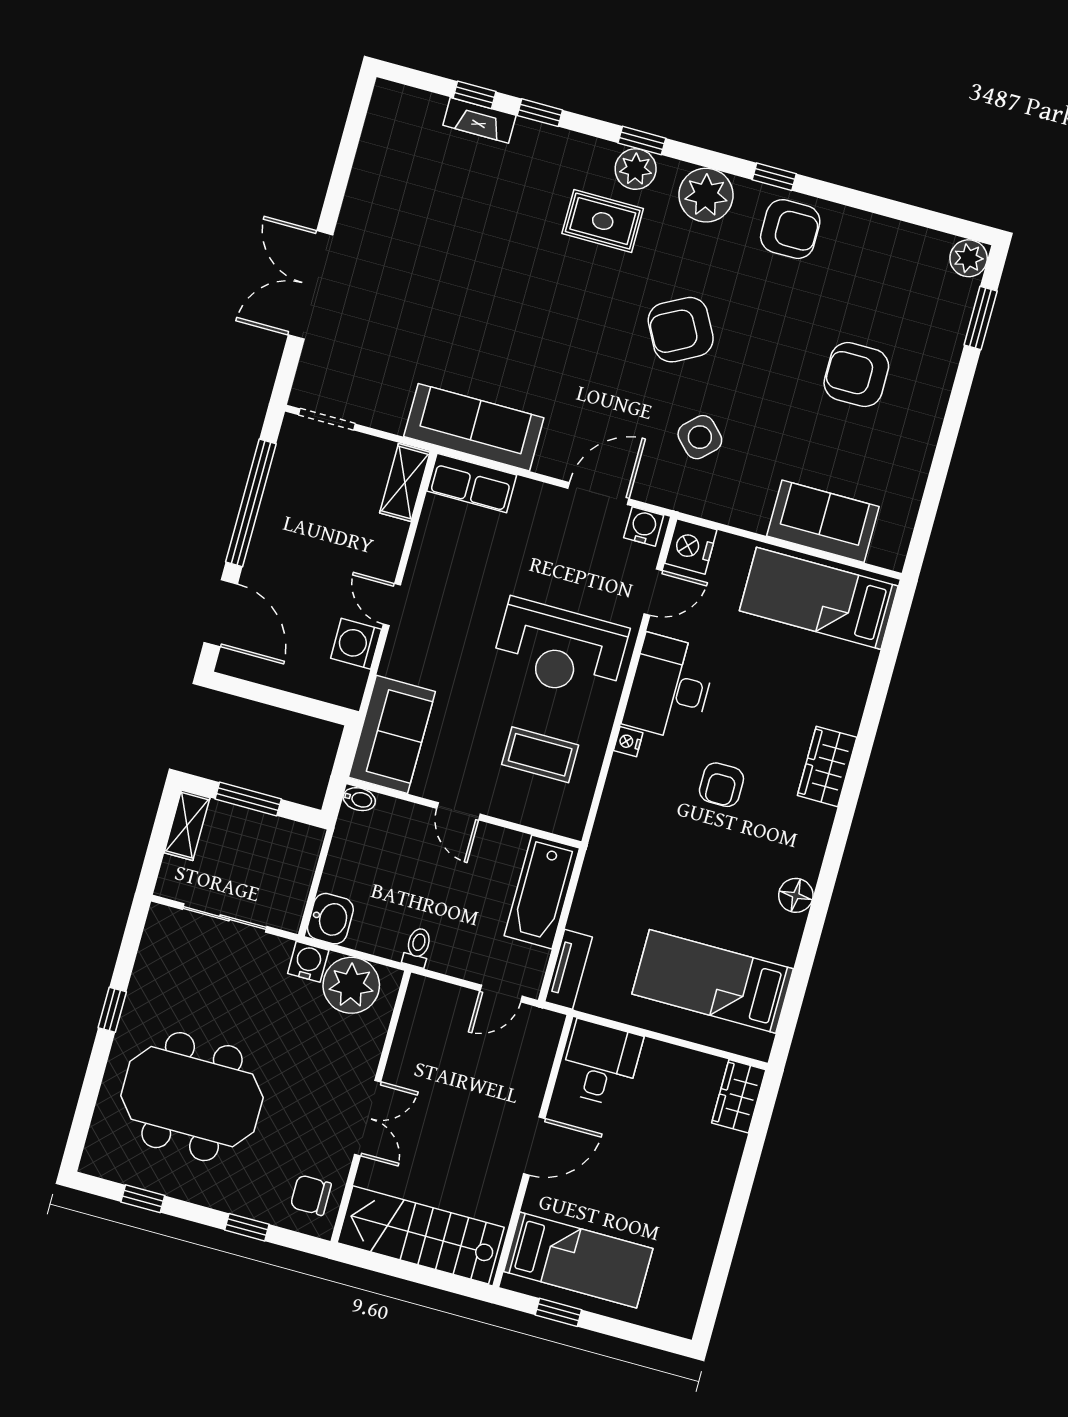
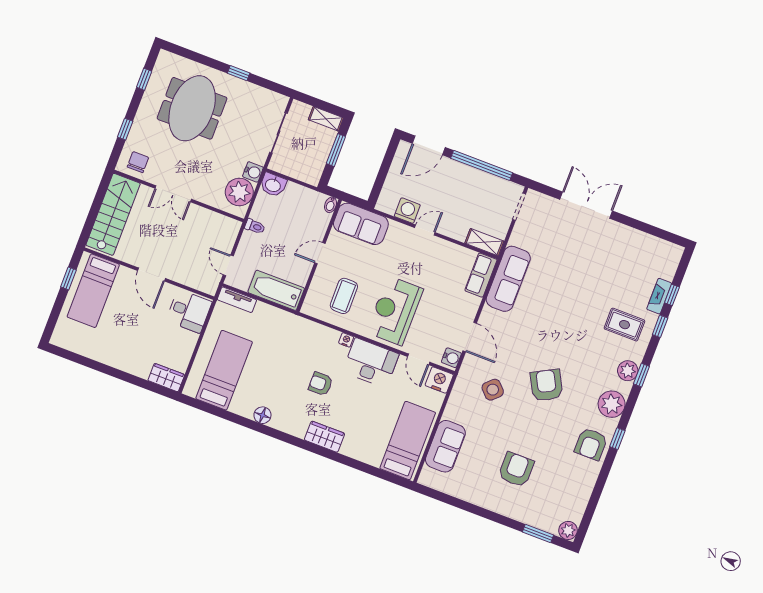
rug: (603, 221) -> (624, 325), moved, turned 90

